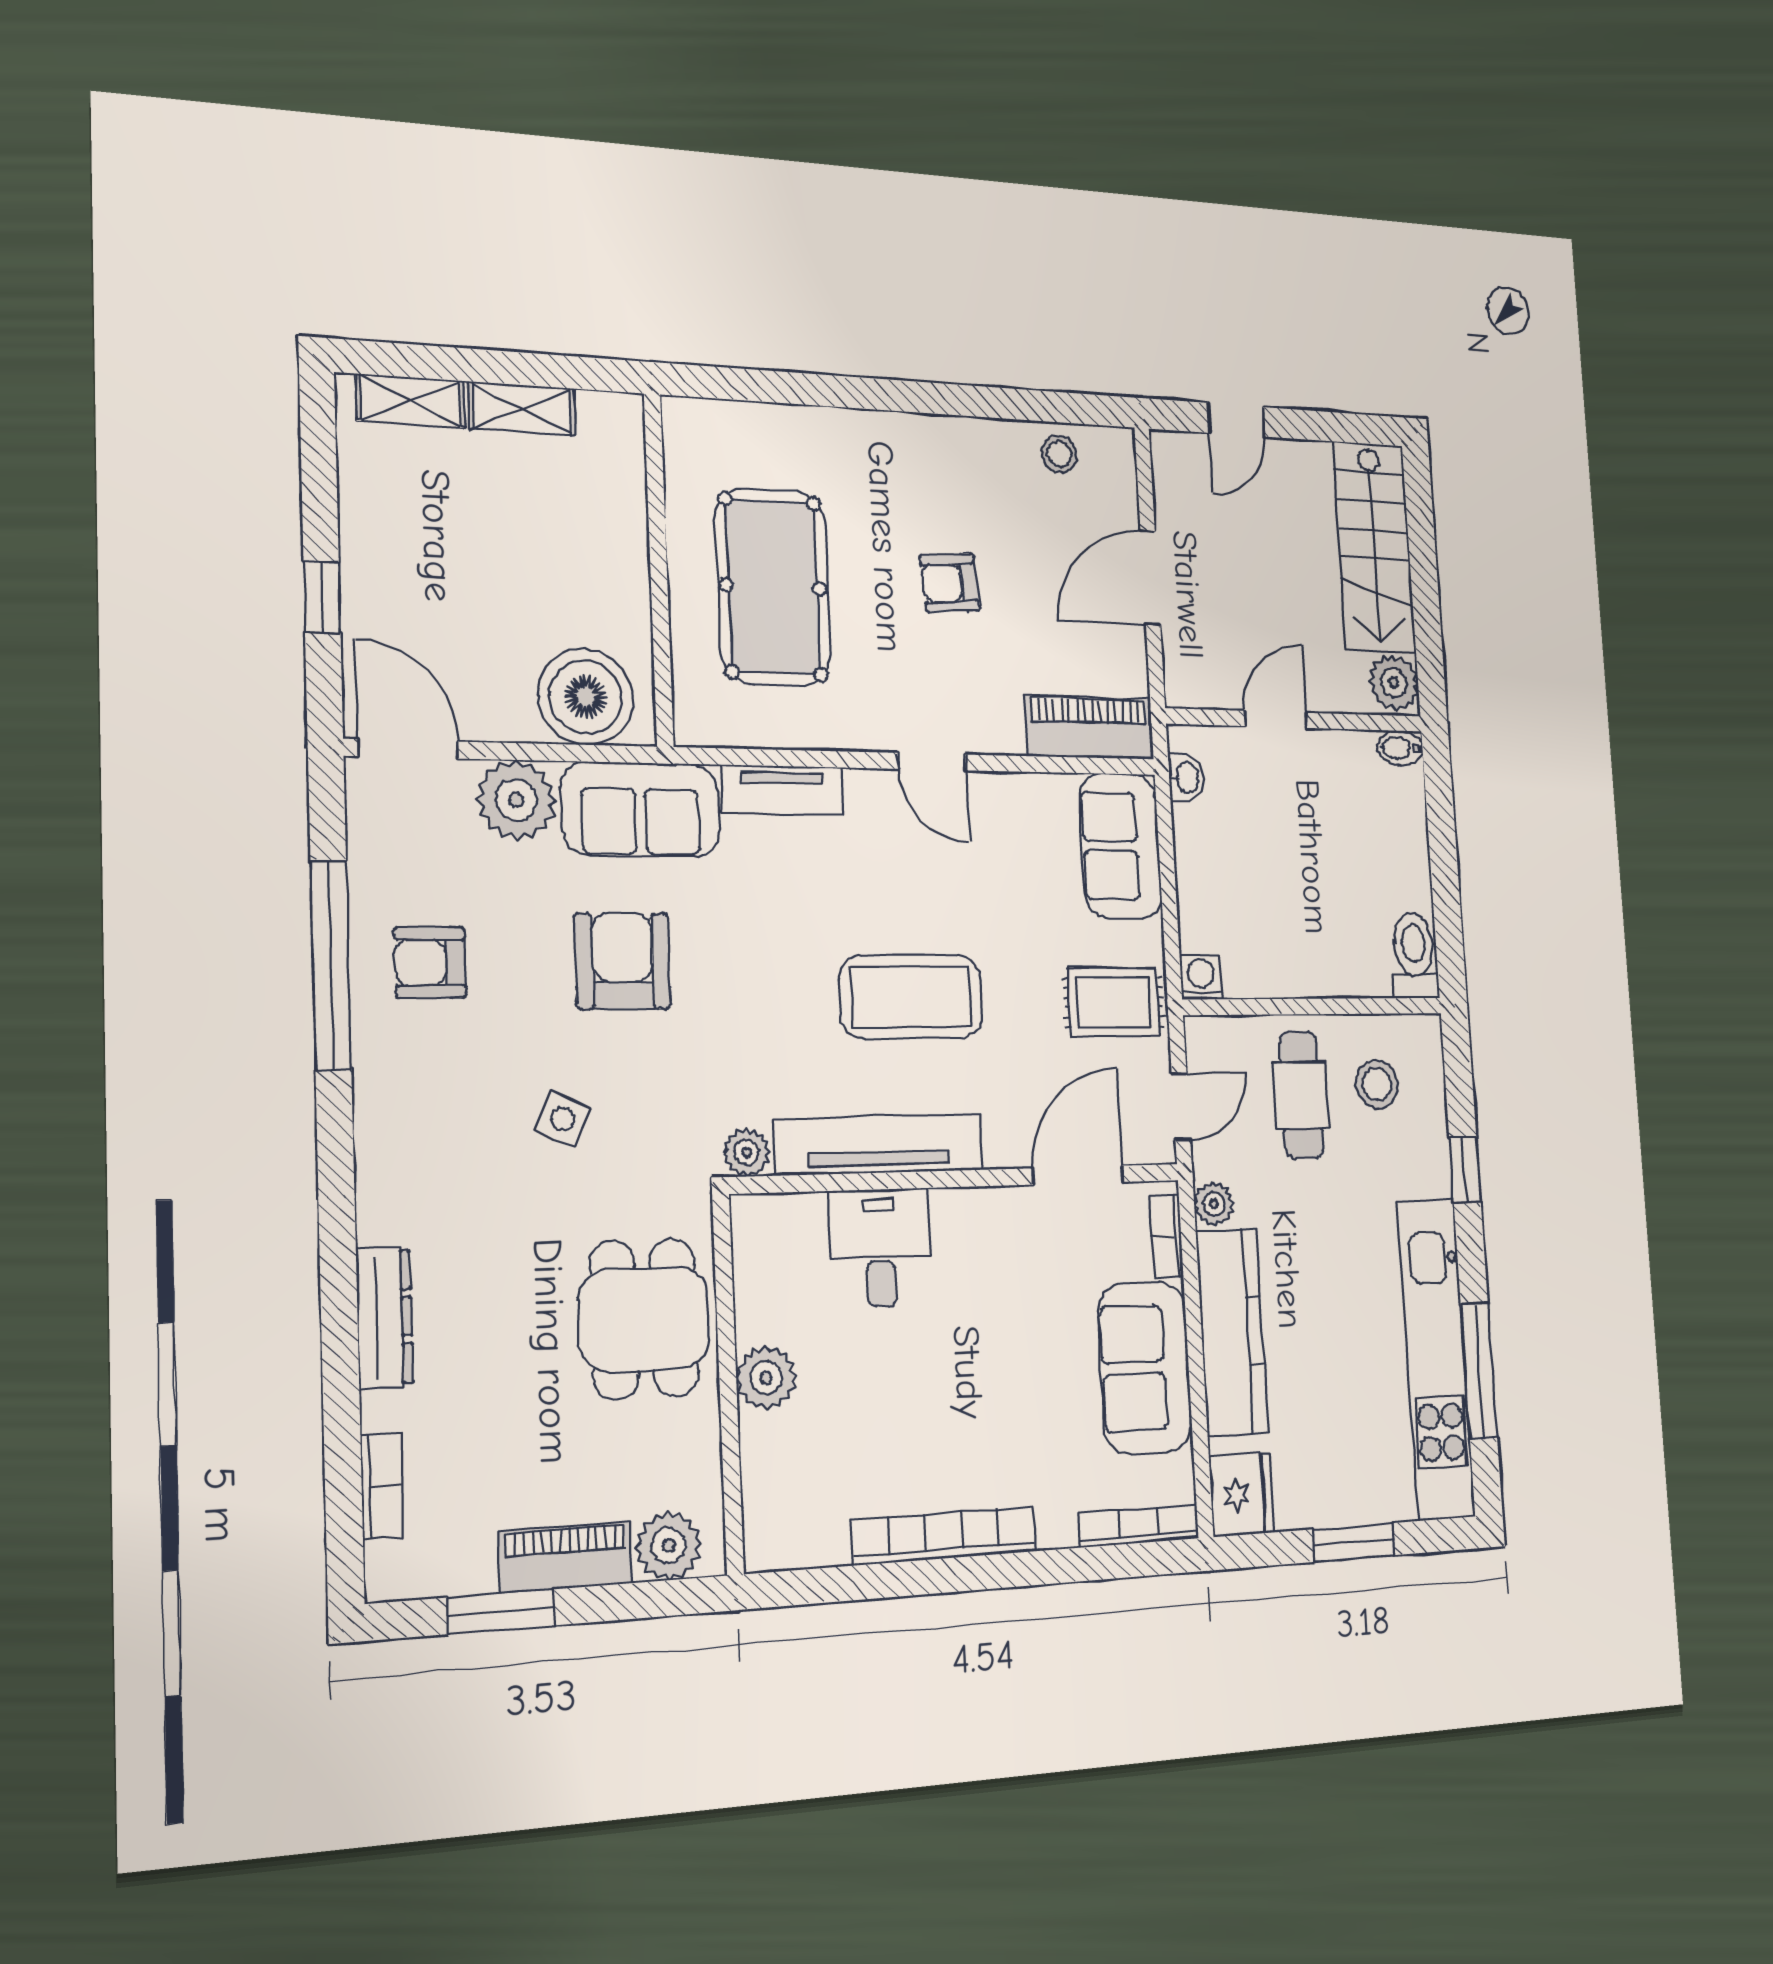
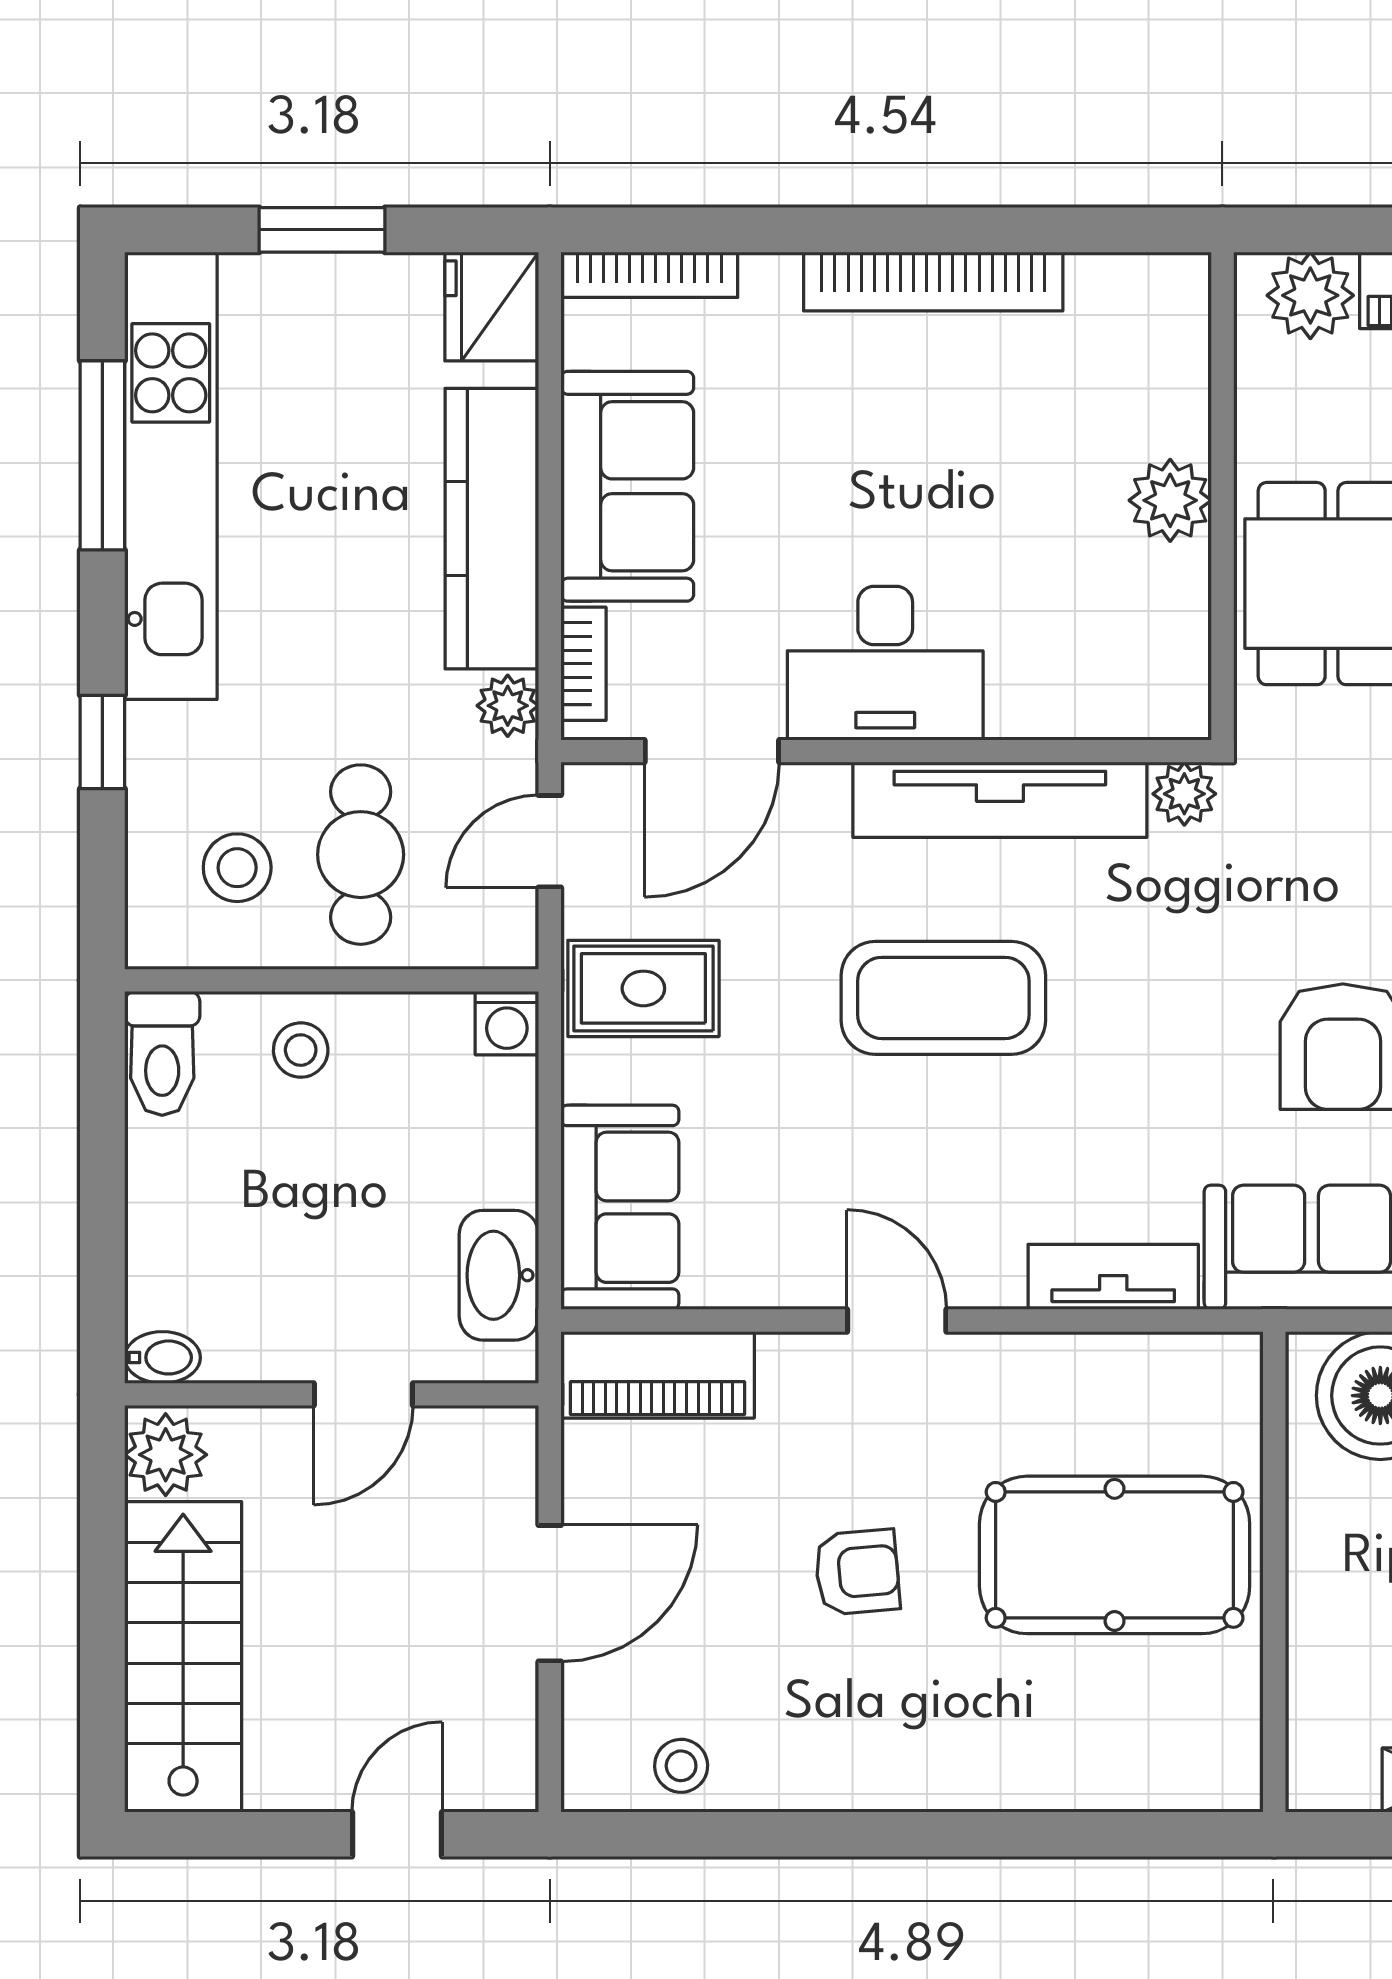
pool table: (773, 587) -> (1115, 1555), turned 90
washbasin: (1187, 778) -> (499, 1275), width x1.91, depth x1.45
stool: (1330, 958) -> (301, 1050), added
desk: (880, 1248) -> (885, 663), moved, width x1.37

